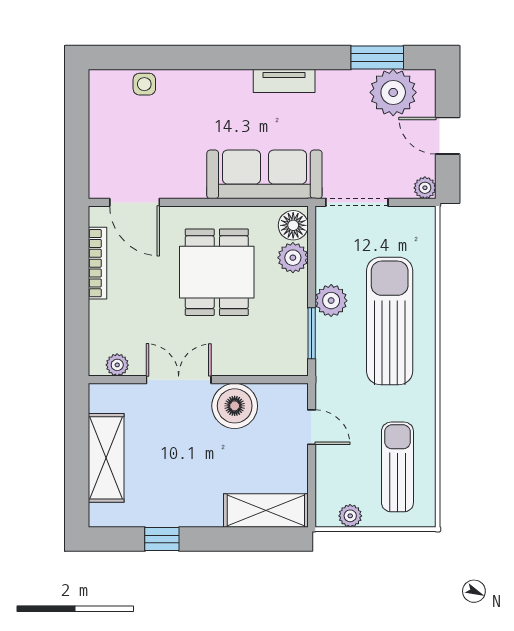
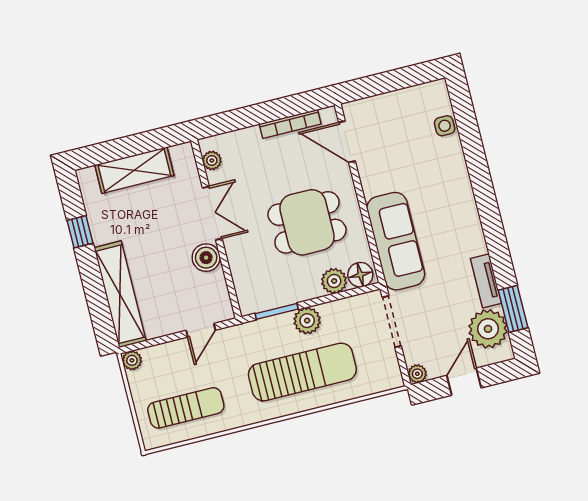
tv unit: (284, 81) -> (486, 281), moved
door: (135, 202) -> (347, 142), hinge flipped
boiler: (235, 406) -> (206, 258), width x0.73, depth x0.73
shelving: (266, 510) -> (120, 294), width x1.47
plant: (350, 516) -> (132, 360), moved

